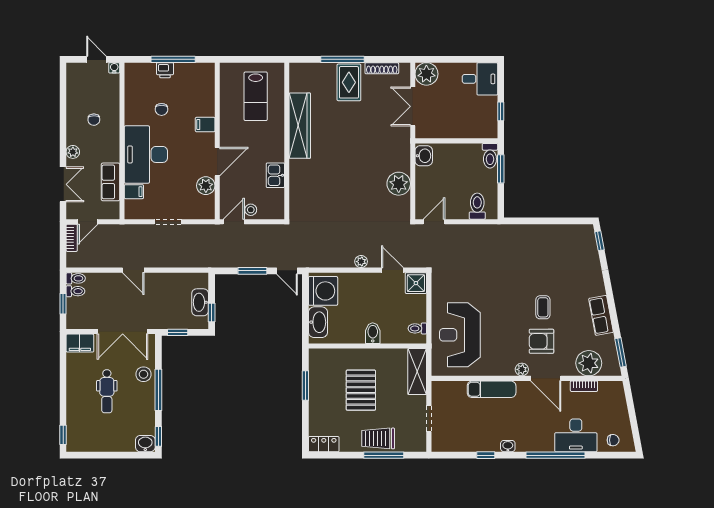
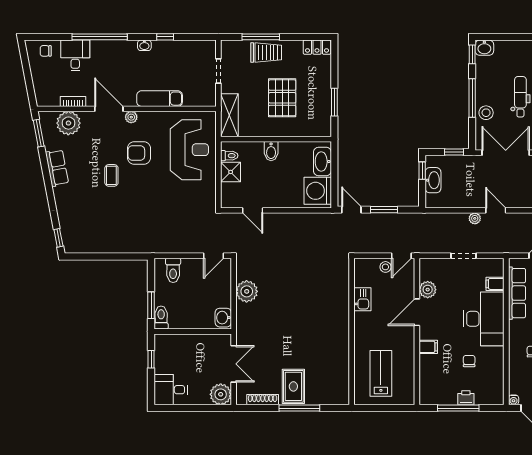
wardrobe: (300, 126) -> (339, 346), removed
row of seats: (111, 182) -> (517, 293), width x1.48
plant: (361, 262) -> (475, 218), moved
shower: (416, 283) -> (231, 172), moved
armchair: (542, 341) -> (139, 153), moved, turned 180
desk: (576, 435) -> (75, 55), width x0.73

